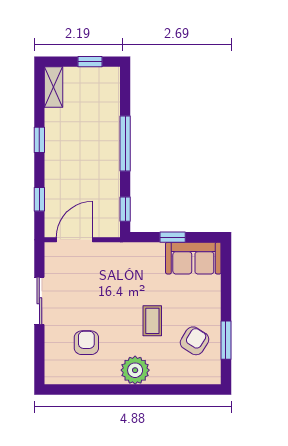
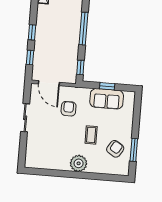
window: (39, 140) -> (32, 32), moved
door: (74, 240) -> (49, 83), swing flipped
sofa: (193, 258) -> (107, 99), moved
armchair: (86, 343) -> (69, 109), moved

